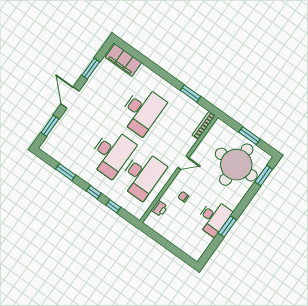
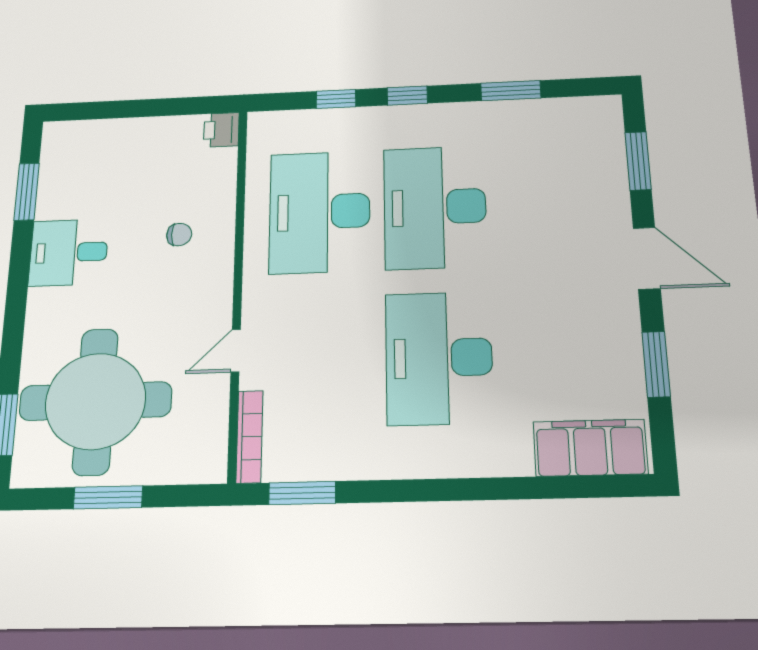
window: (190, 93) -> (302, 493), moved
door: (183, 163) -> (236, 351), moved
printer: (160, 208) -> (221, 130), moved
desk: (214, 218) -> (69, 252), width x0.73
window: (227, 227) -> (27, 192), moved

